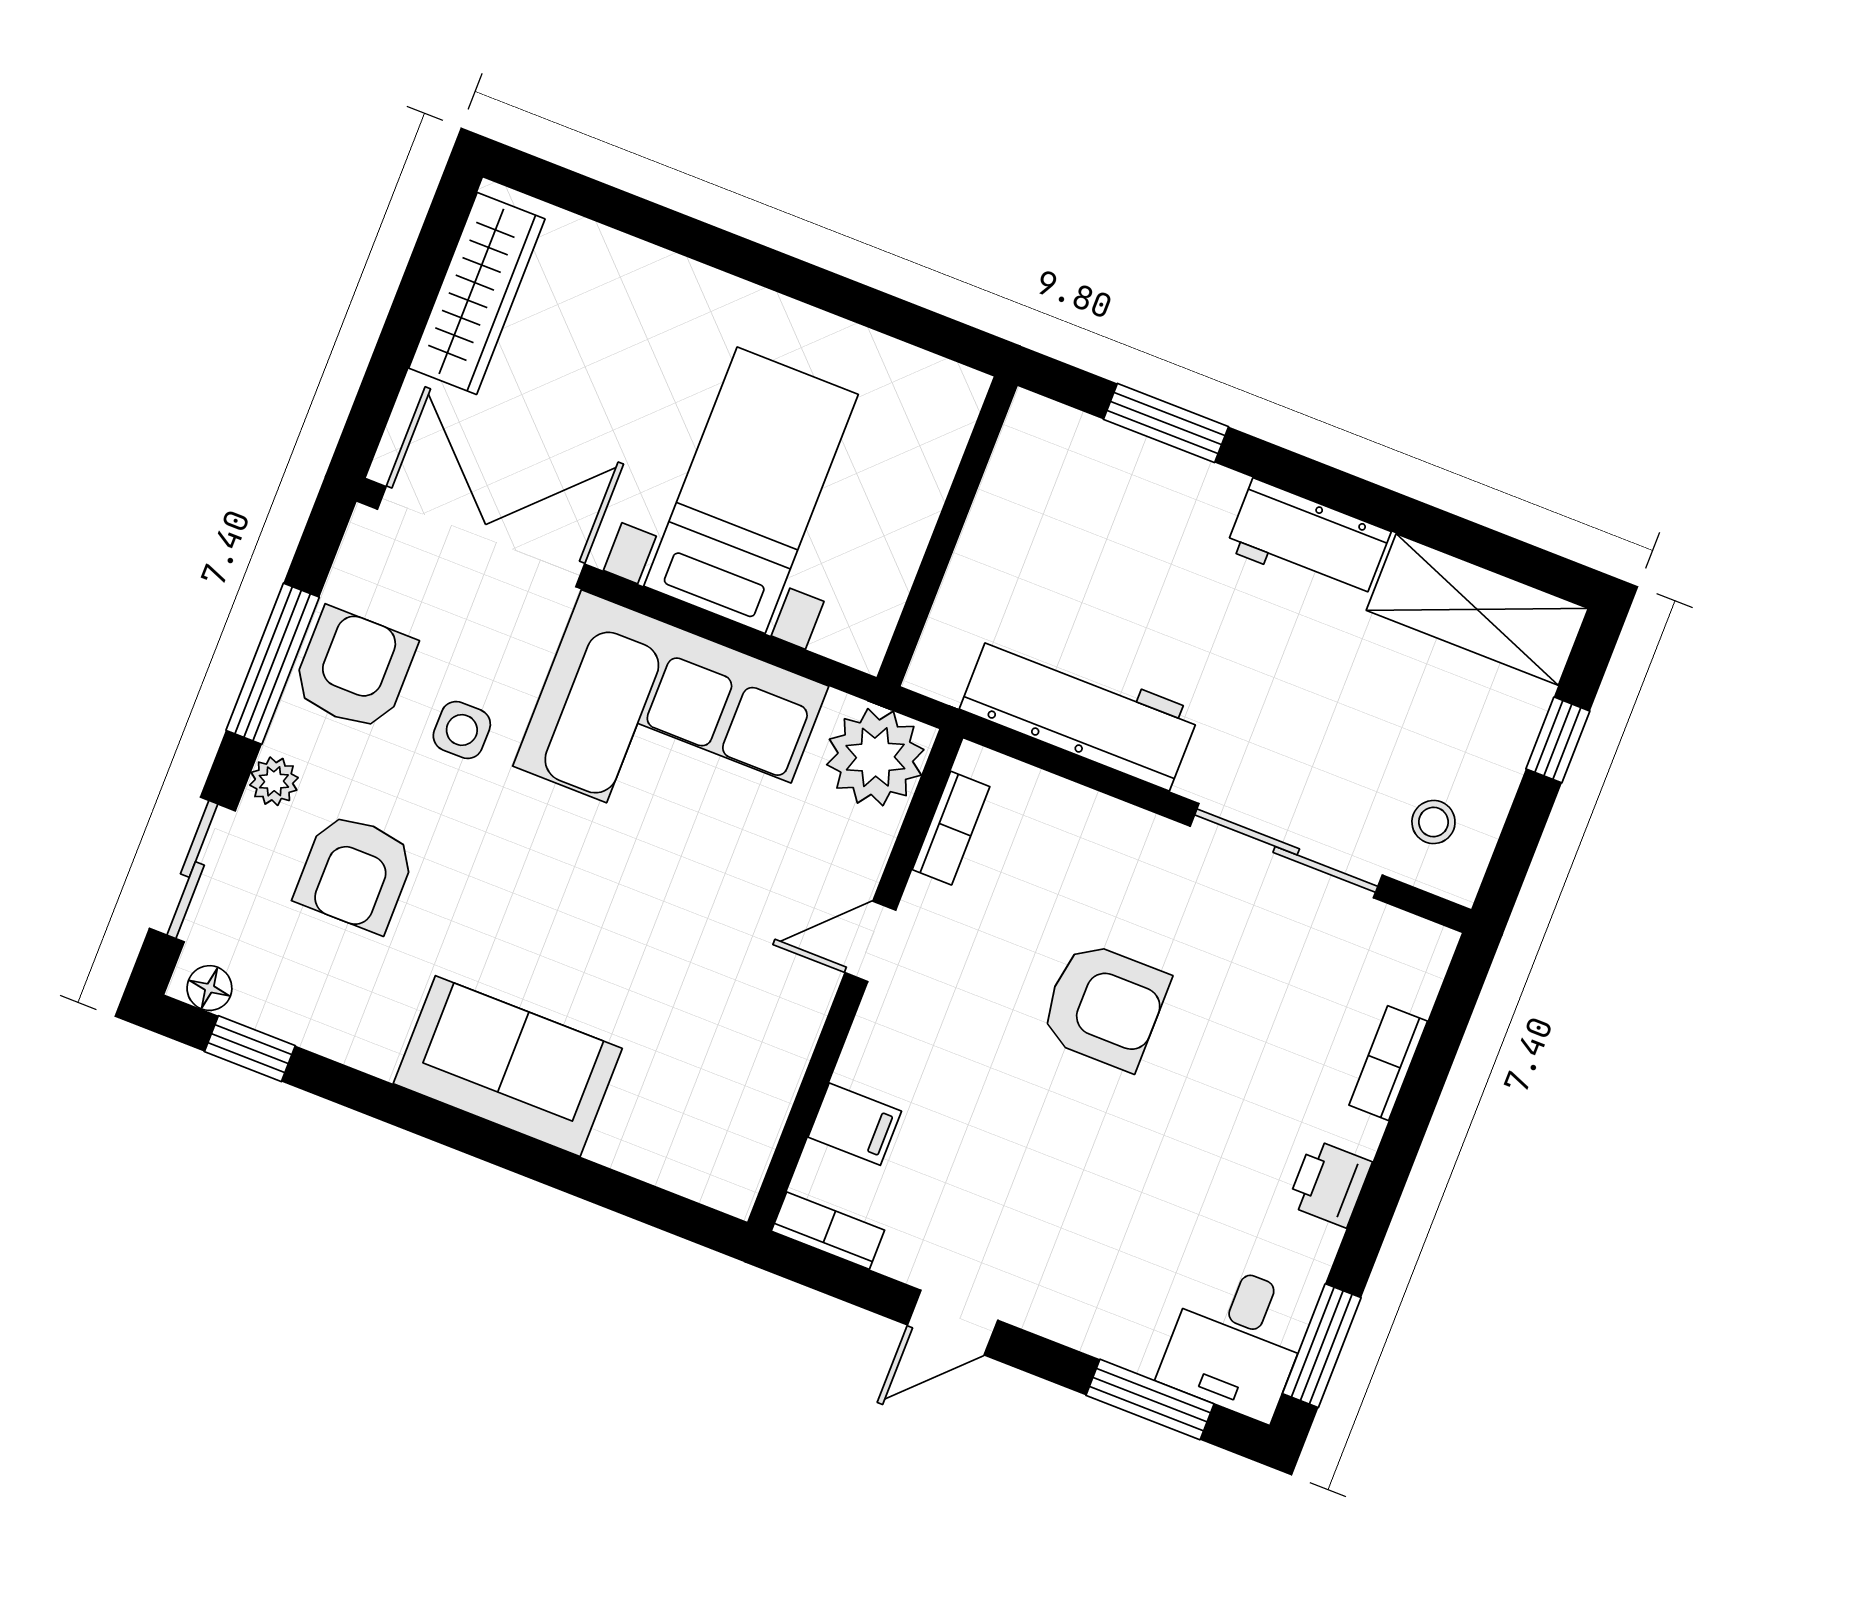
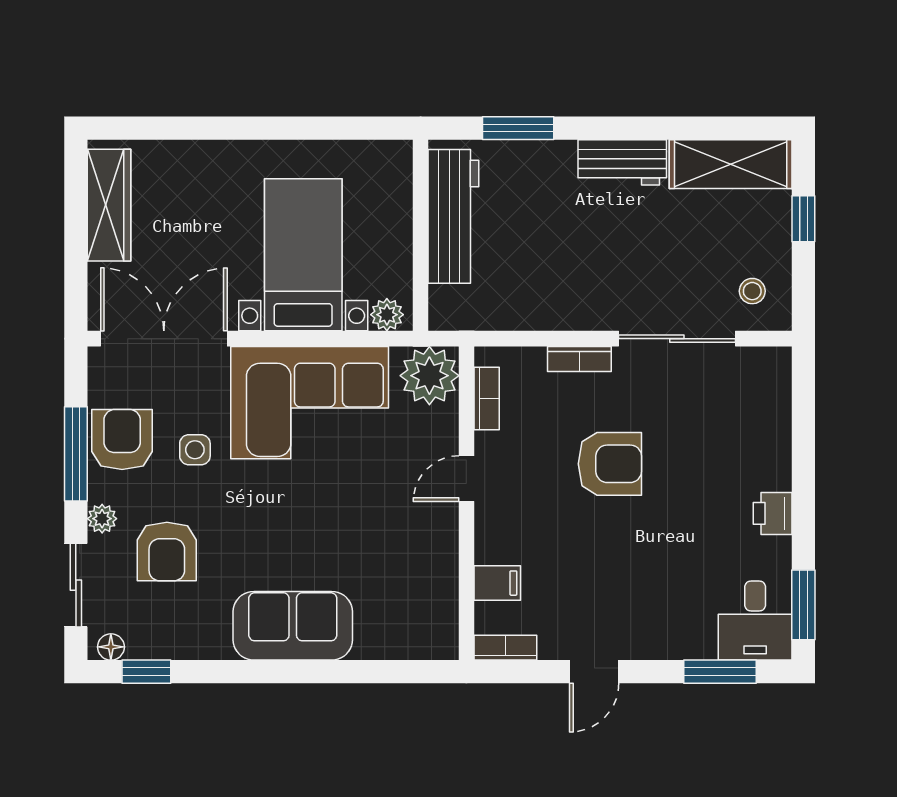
plant: (846, 636) -> (387, 315), added
workbench: (1080, 711) -> (453, 216), moved, turned 90
bookcase: (1388, 1063) -> (579, 359), moved, turned -90

